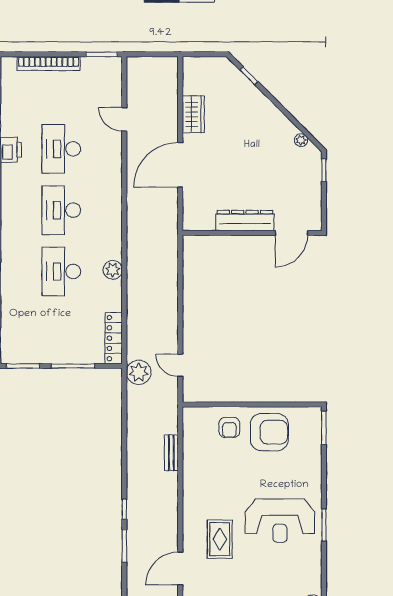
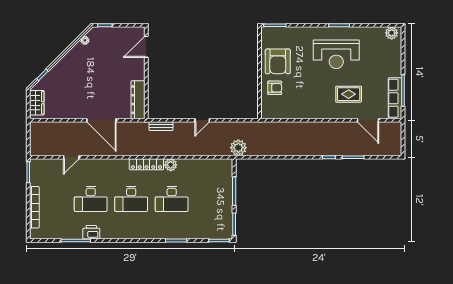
wardrobe: (193, 114) -> (37, 103), moved, turned 90
dresser: (245, 221) -> (138, 100), moved
door: (291, 233) -> (146, 47), swing flipped
locker: (114, 338) -> (146, 164), moved
door: (180, 365) -> (202, 120), moved
armchair: (269, 432) -> (278, 61), turned 180
bench: (171, 453) -> (161, 126), moved
reception desk: (280, 521) -> (336, 54), turned 90

